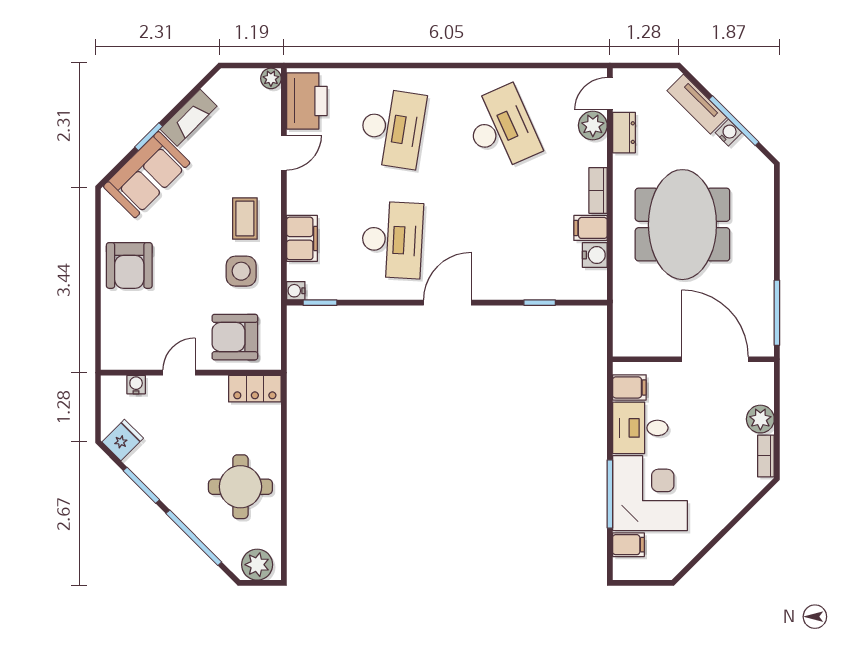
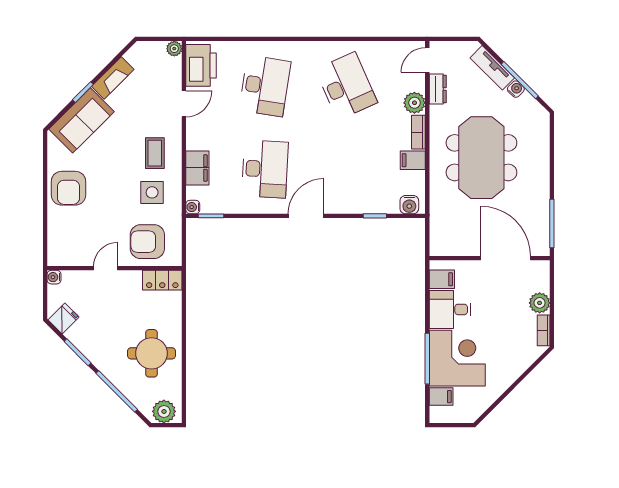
plant: (593, 125) -> (414, 103), moved
water cooler: (595, 255) -> (409, 205), moved, turned 90
water cooler: (136, 385) -> (54, 277), moved, turned -90

